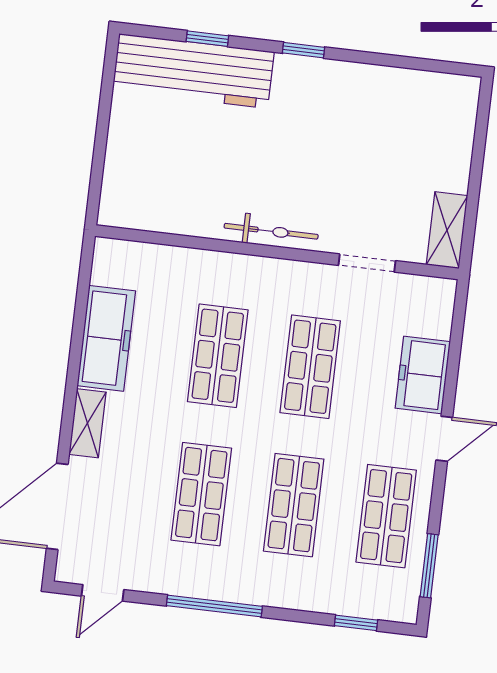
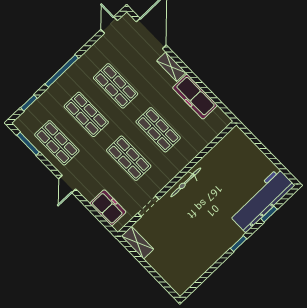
freezer: (423, 375) -> (108, 208), moved
window: (214, 606) -> (62, 71), moved

